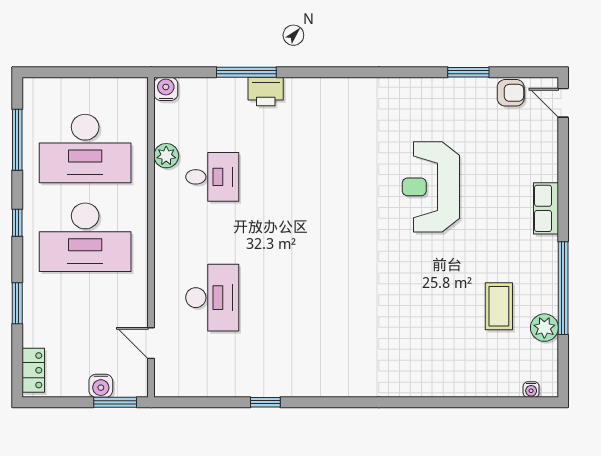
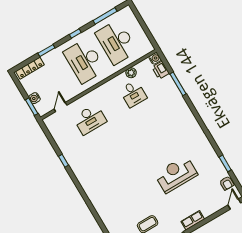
printer: (266, 91) -> (161, 70), moved
locker: (33, 370) -> (30, 68), width x1.53

